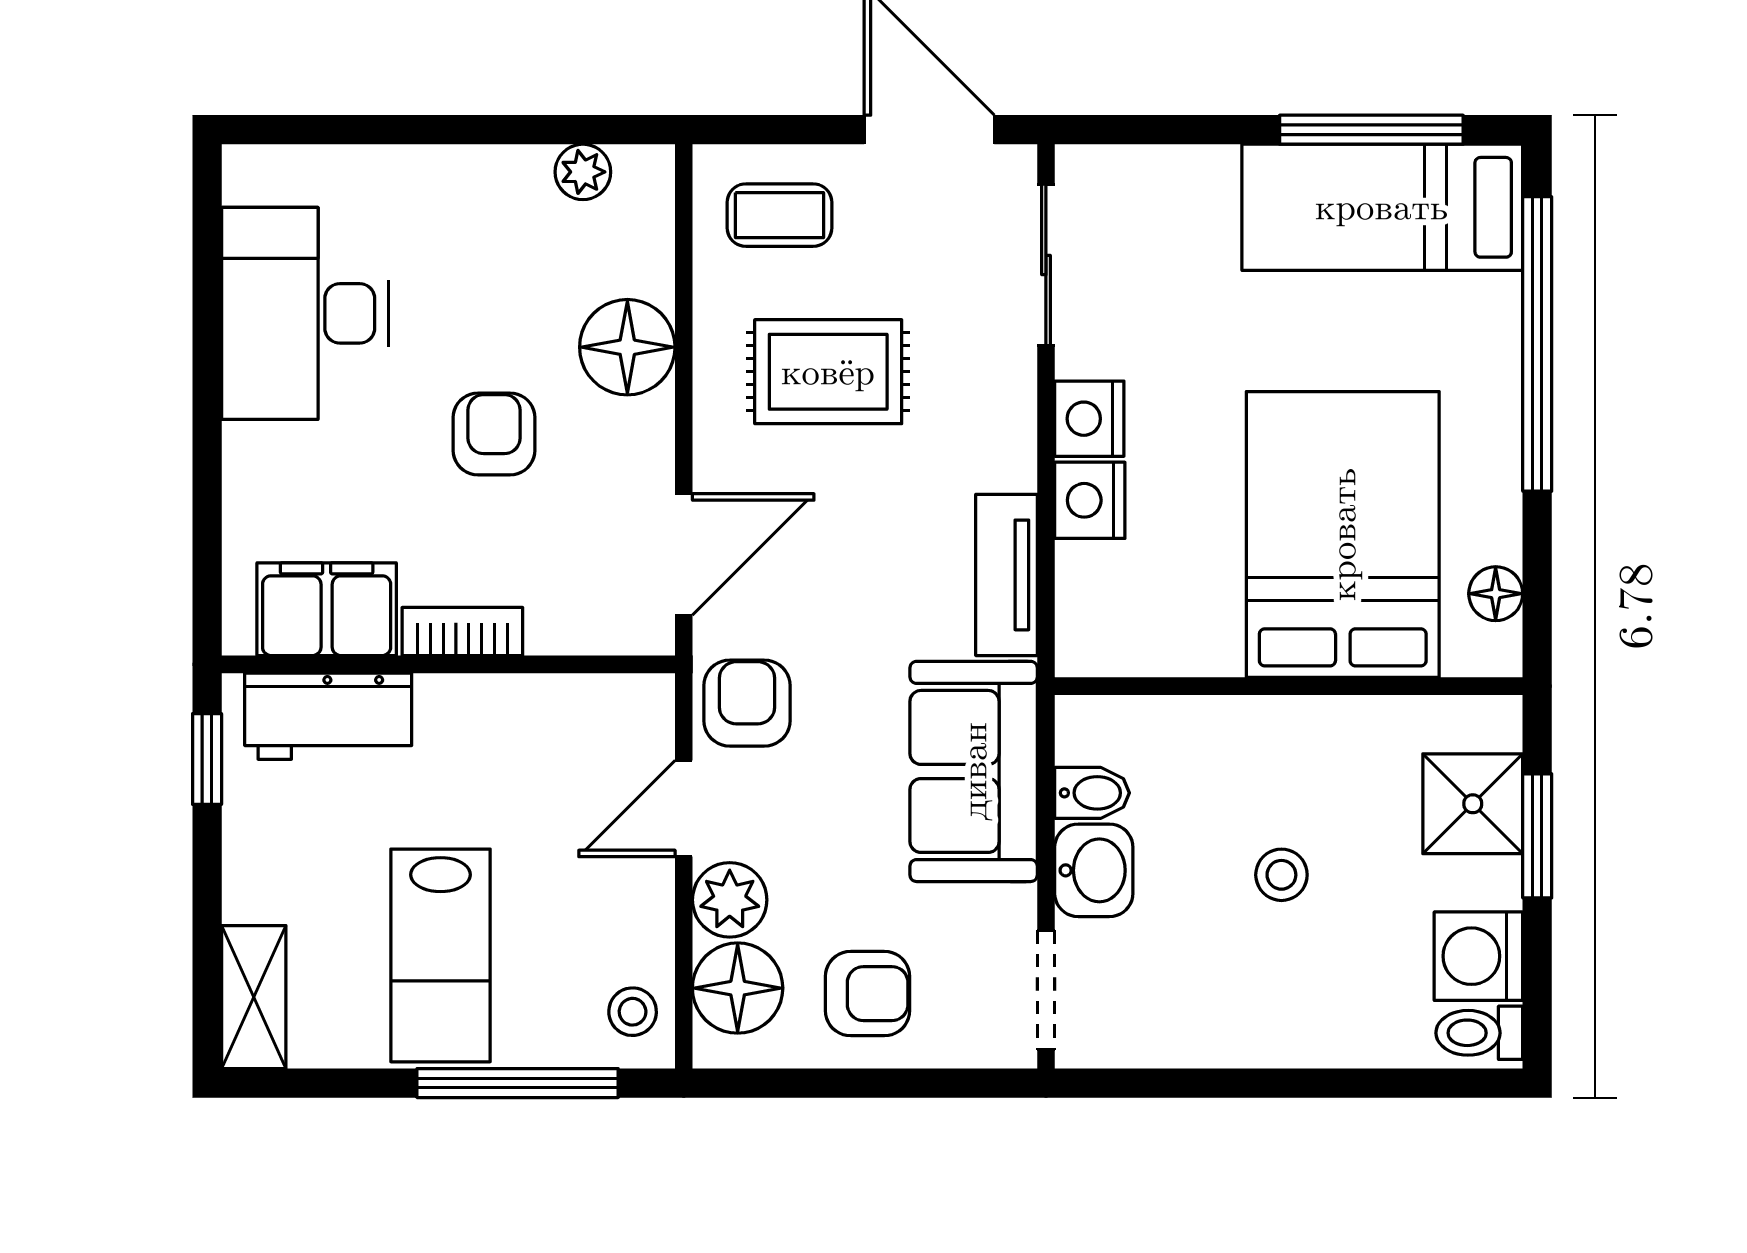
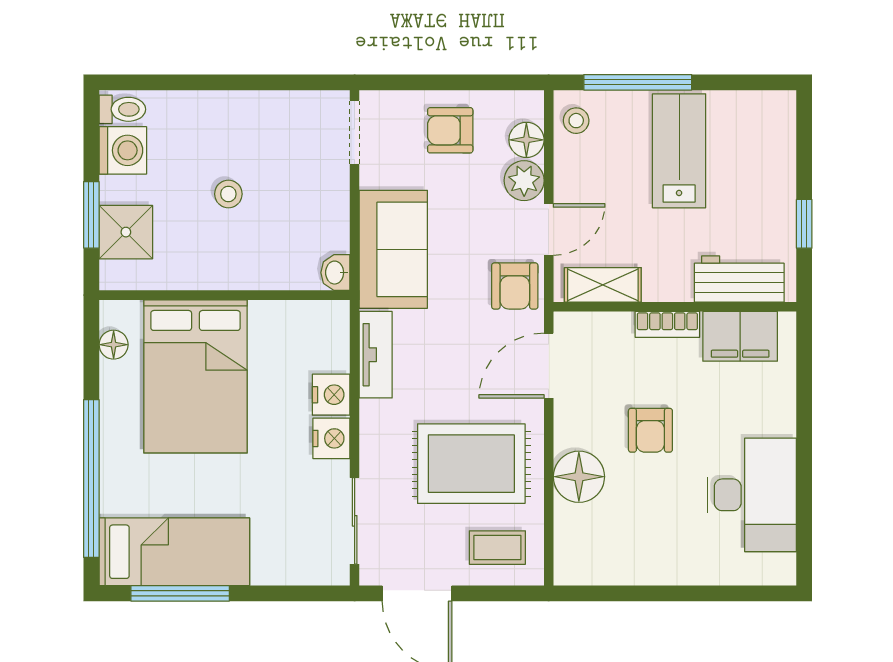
plant: (583, 172) -> (603, 571), removed
rug: (828, 372) -> (471, 464), width x1.36, depth x1.43
window: (207, 759) -> (804, 224), moved
bidet: (1092, 793) -> (330, 238), removed
washbasin: (1094, 870) -> (335, 273), moved, width x0.72, depth x0.69
floor lamp: (738, 988) -> (526, 140), width x0.73, depth x0.73
shelving: (254, 997) -> (603, 285), moved, turned 90

